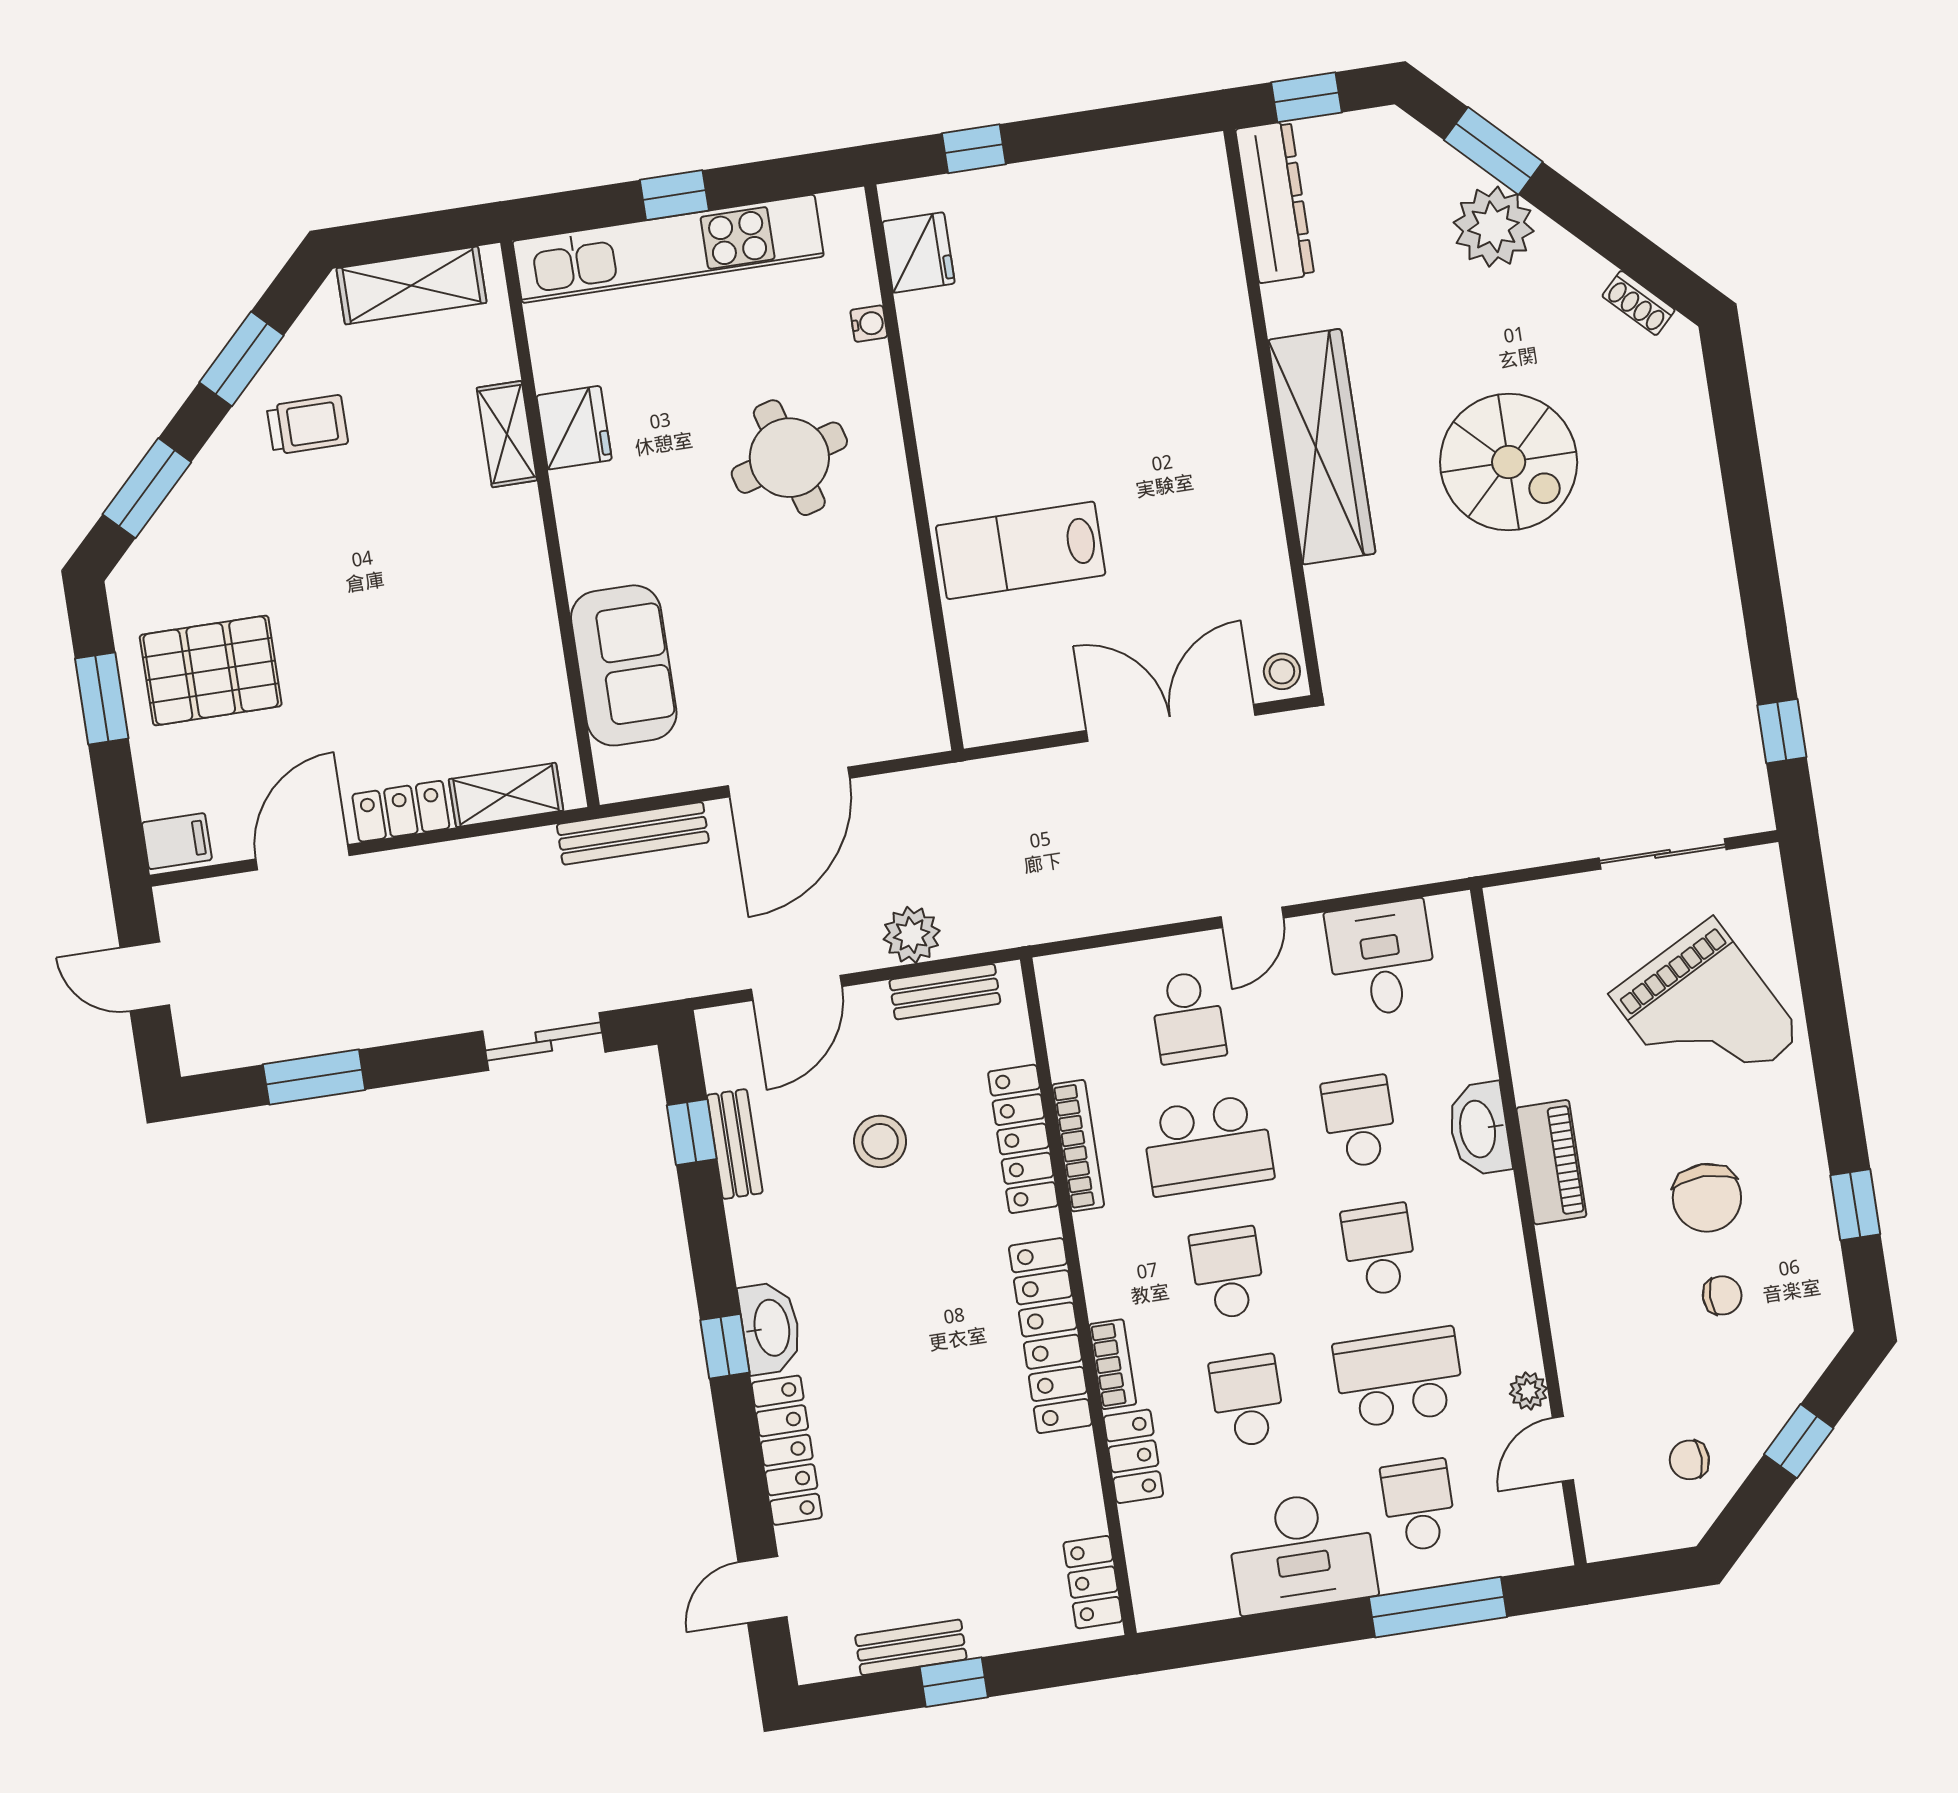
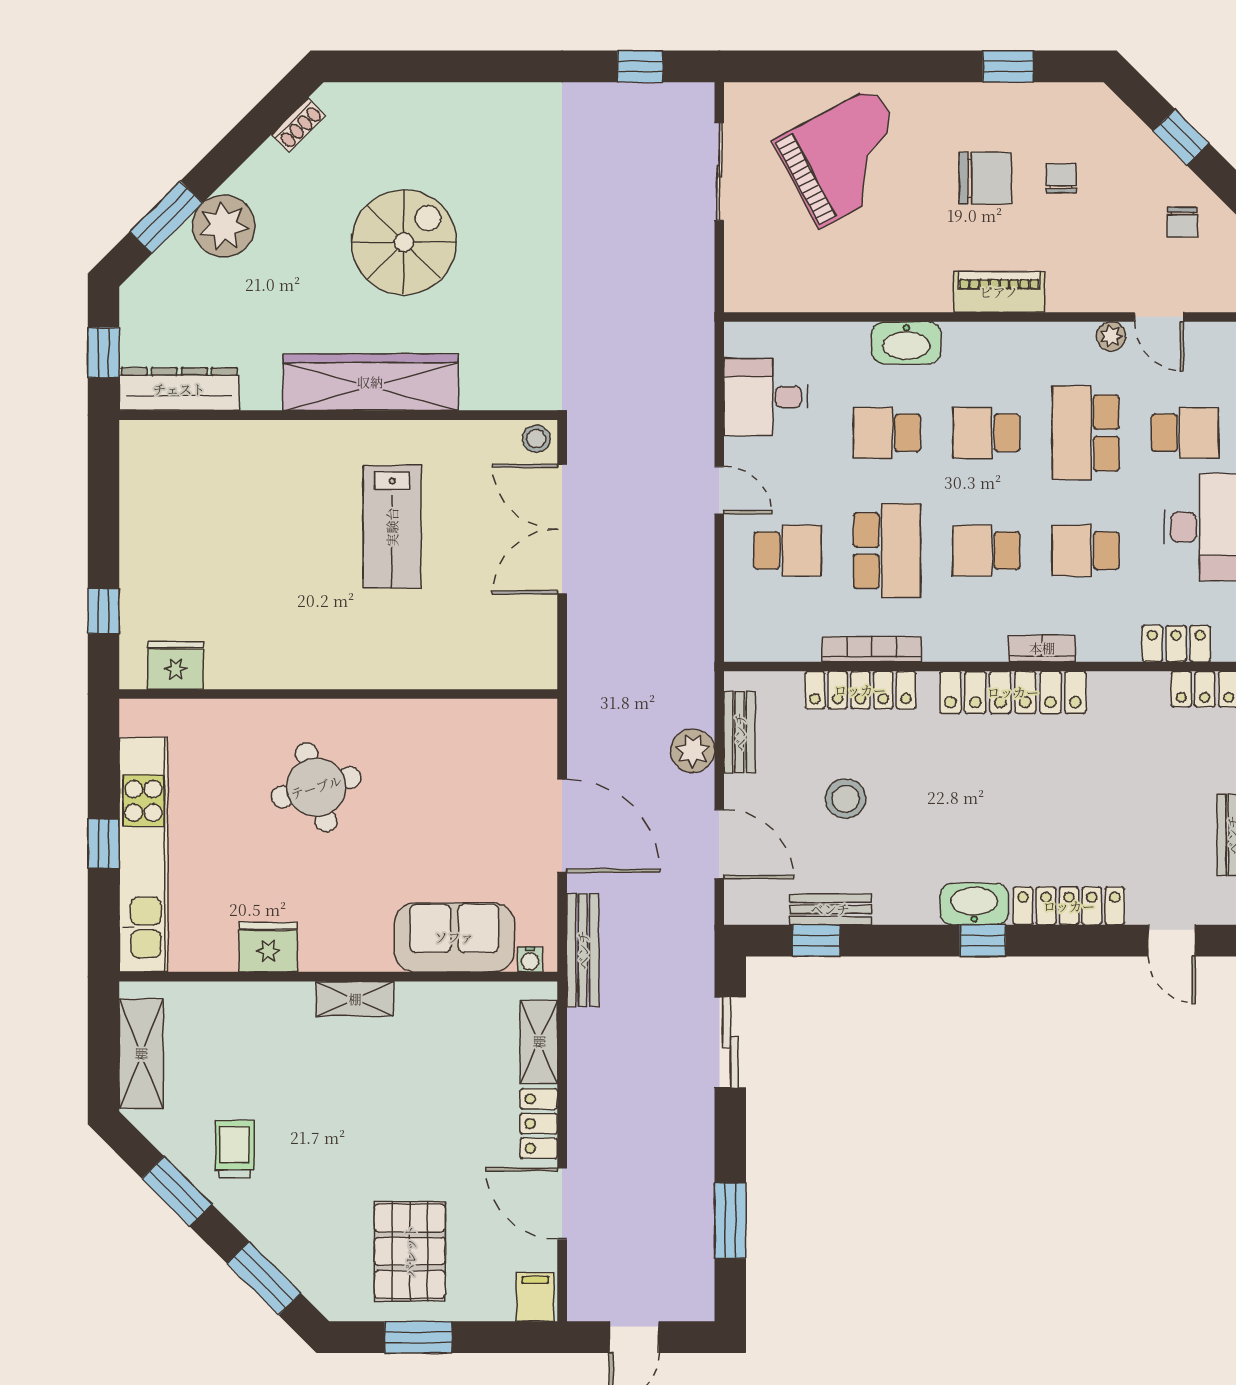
water cooler: (869, 324) -> (530, 959), moved, turned 180
shelving: (507, 434) -> (355, 999), moved
lab bench: (1021, 550) -> (392, 527), moved
piano: (1551, 1162) -> (999, 292), moved
locker: (1133, 1456) -> (1176, 644), moved
school desk: (1419, 1505) -> (1185, 433), turned 180

